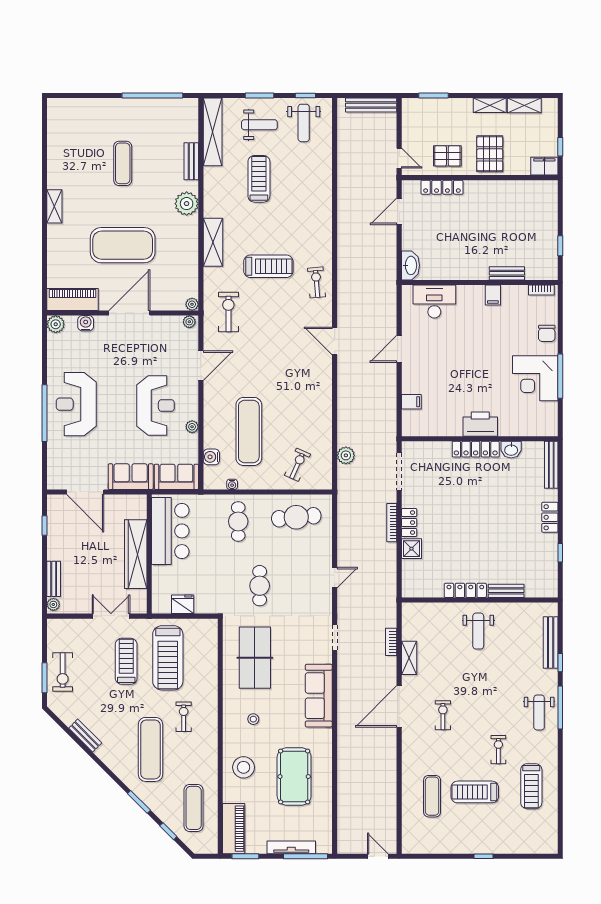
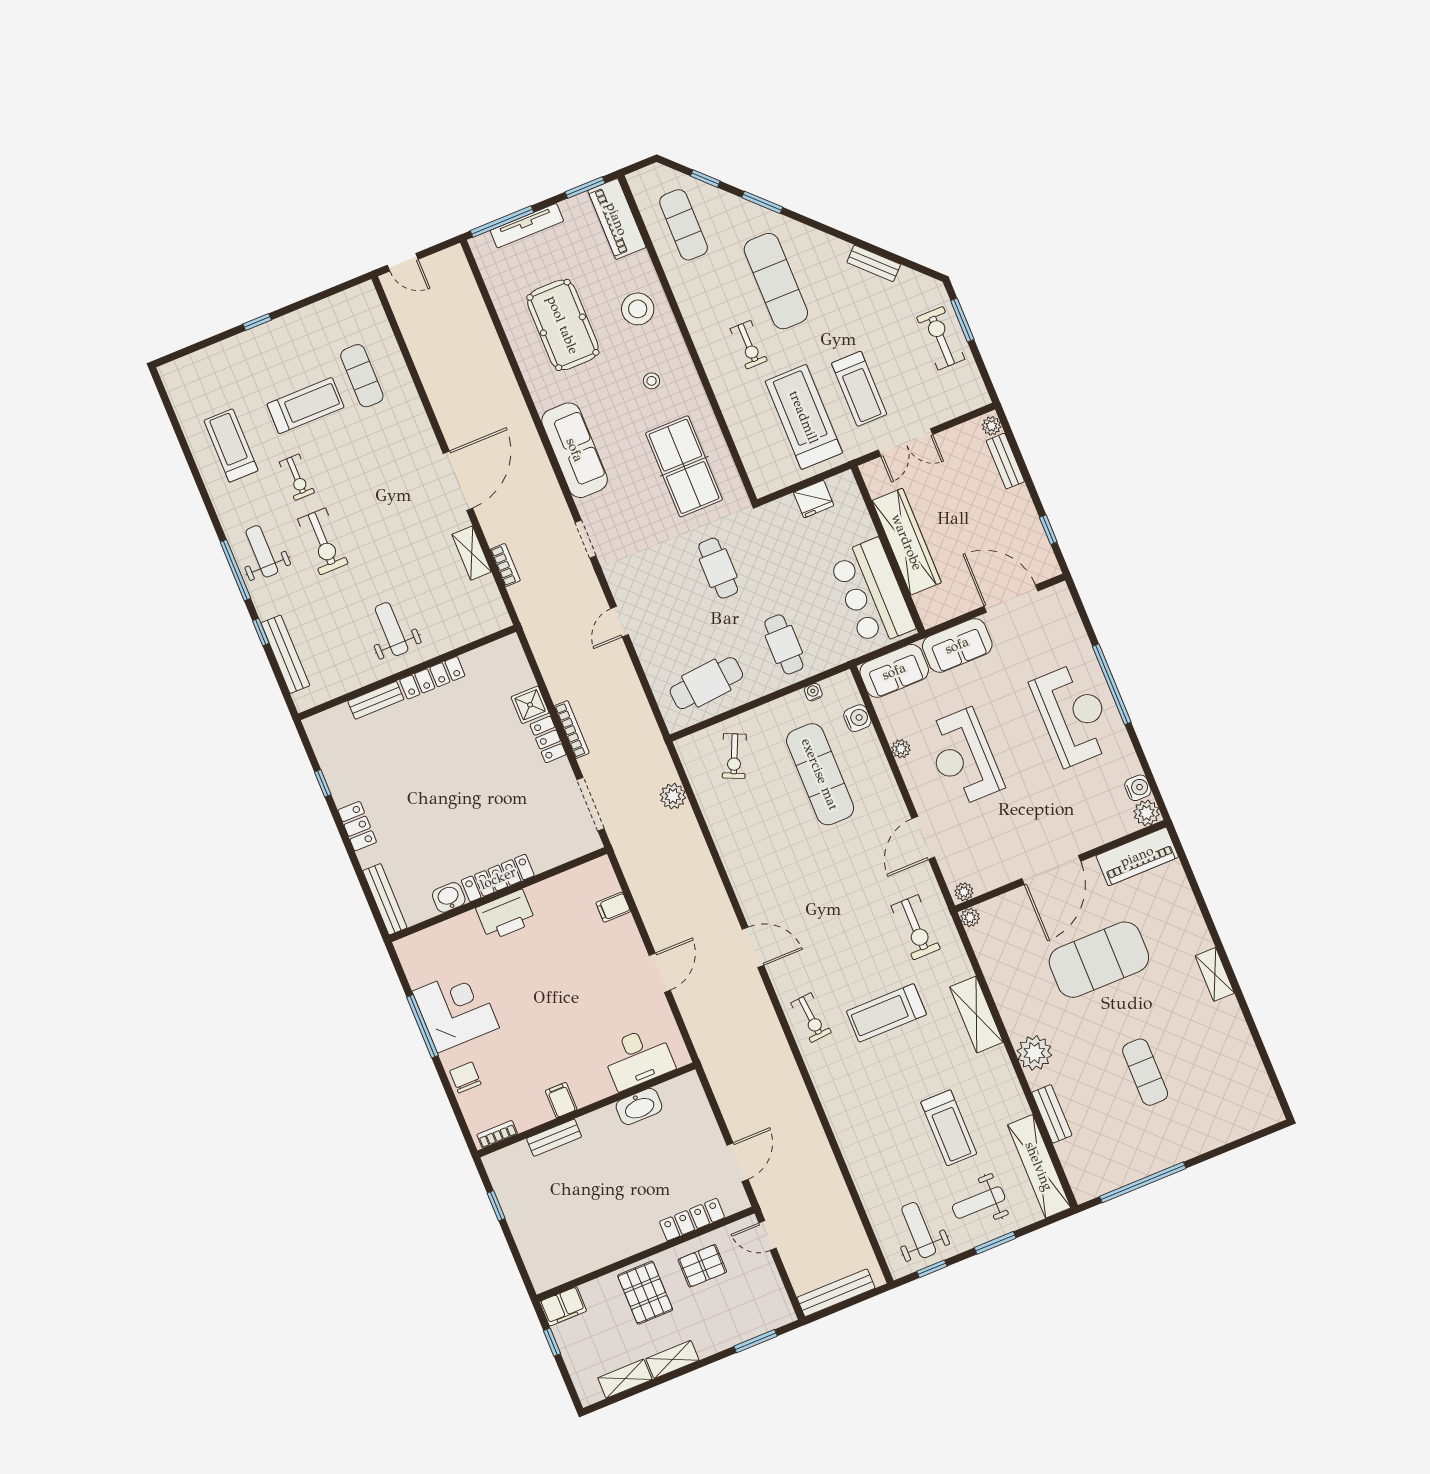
washbasin: (410, 265) -> (639, 1106), moved, turned -90
water cooler: (86, 323) -> (1138, 788), moved, turned -90
exercise bike: (443, 715) -> (323, 541), moved, width x1.38, depth x1.39

